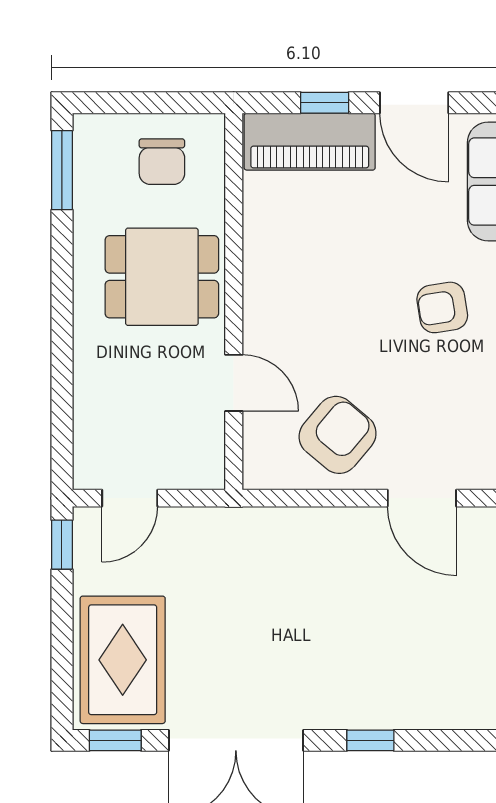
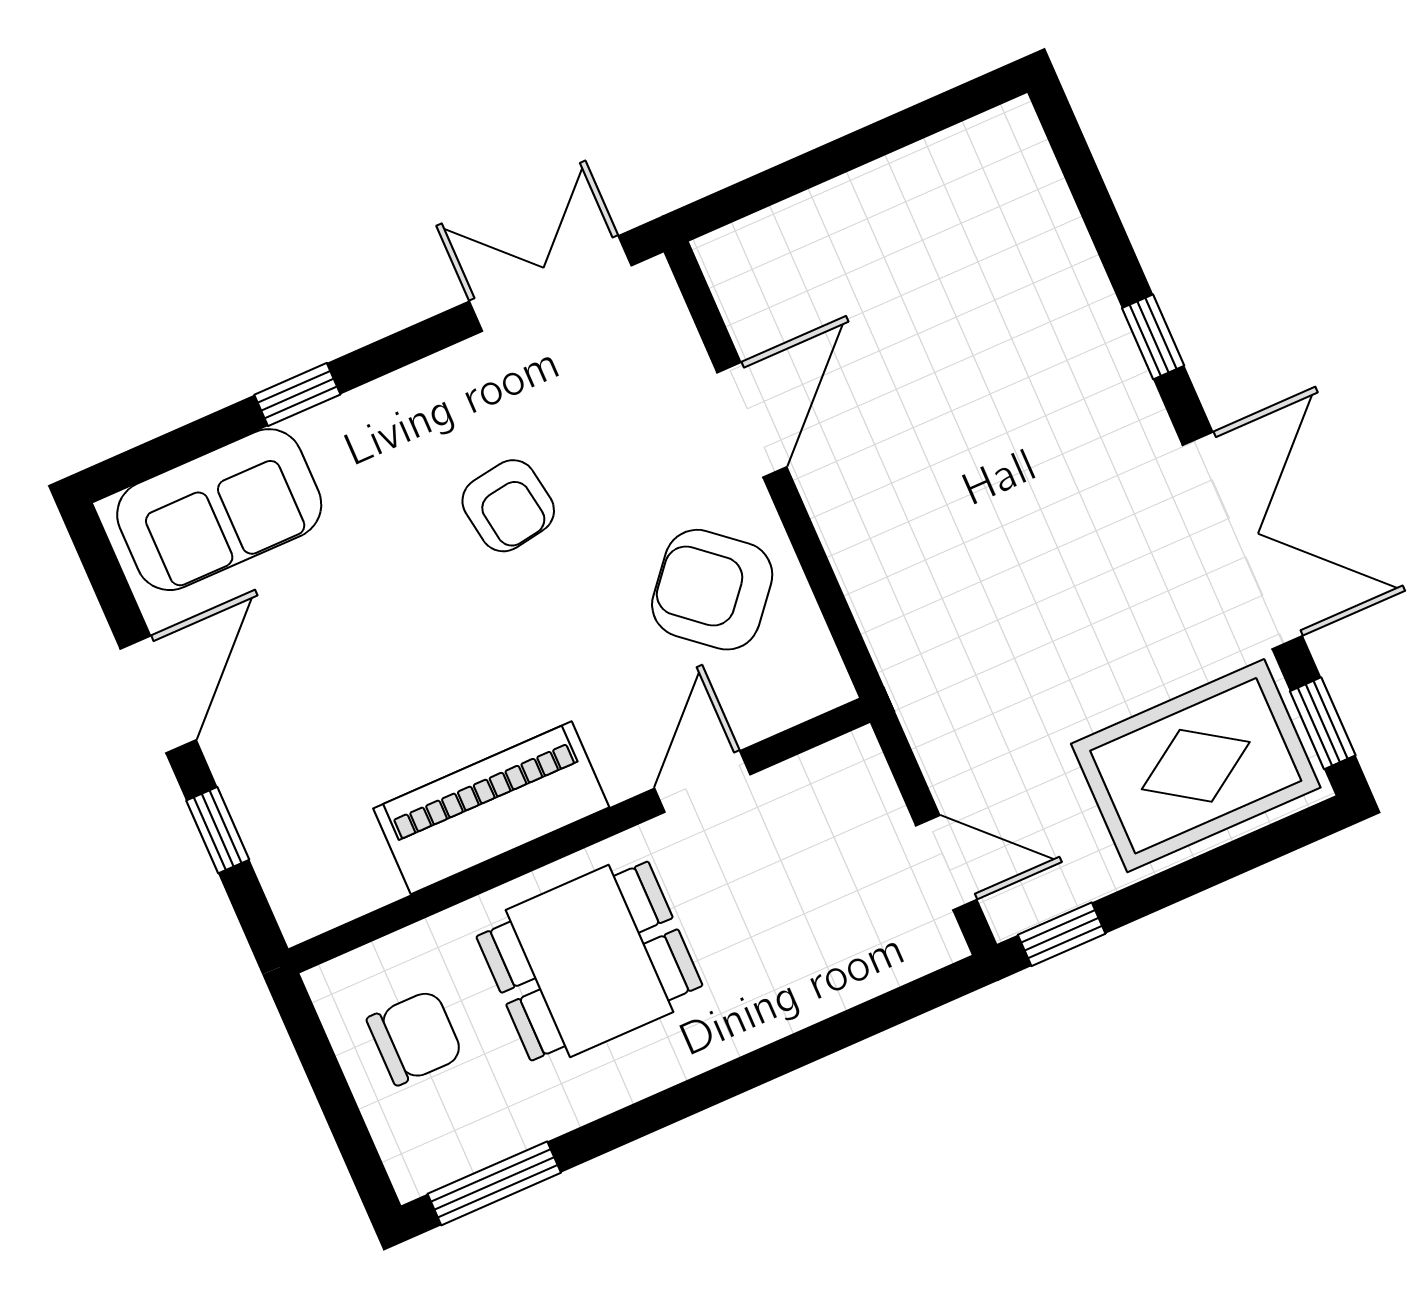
piano: (310, 142) -> (491, 808), moved, turned -90
dining table: (162, 277) -> (589, 961), turned 90
armchair: (442, 307) -> (508, 506), moved

